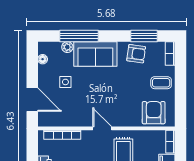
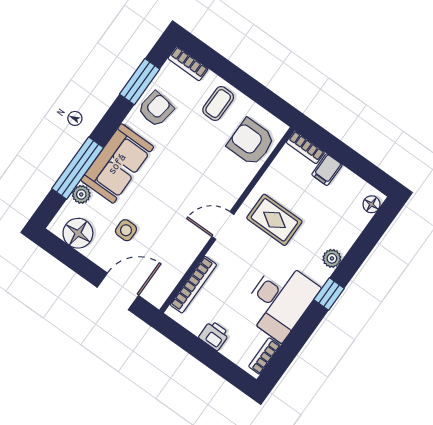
floor lamp: (43, 59) -> (78, 233), width x1.89, depth x1.89

